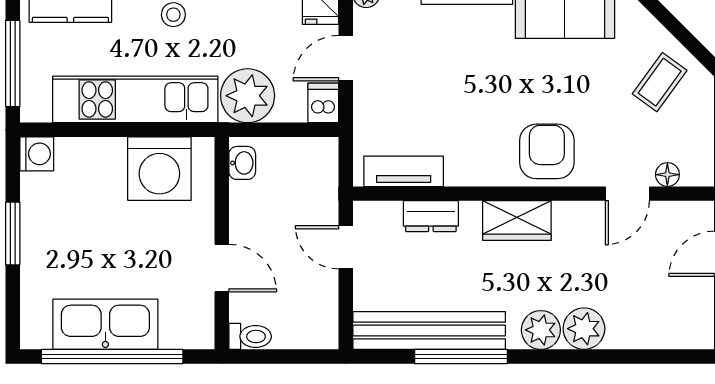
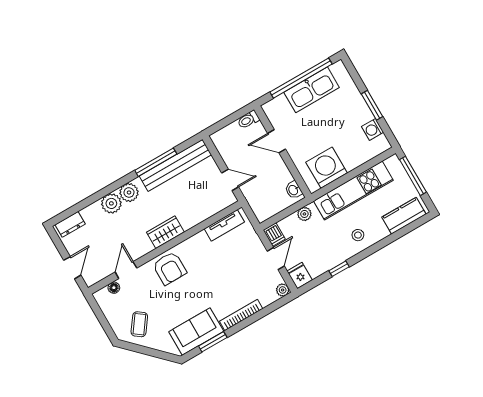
plant: (248, 96) -> (304, 214), width x0.53, depth x0.53
washing machine: (37, 154) -> (373, 129), moved
dresser: (431, 216) -> (70, 224), moved, turned 180

